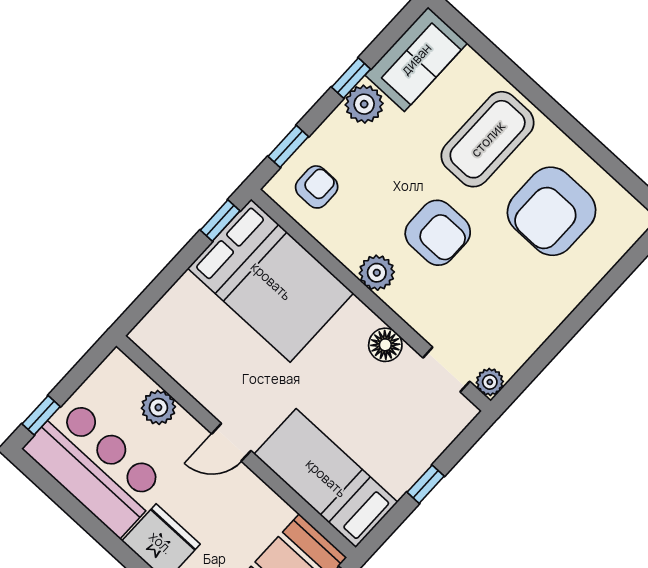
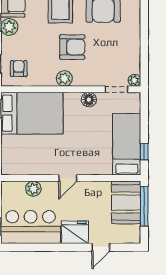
bed: (326, 478) -> (127, 144), moved, turned 90
window: (426, 484) -> (144, 152), moved

